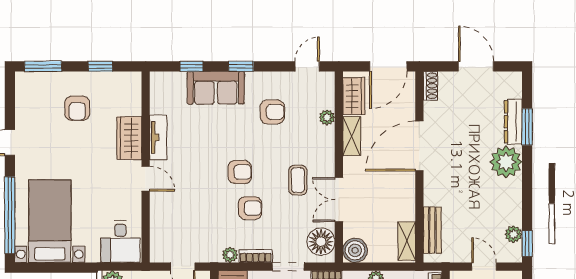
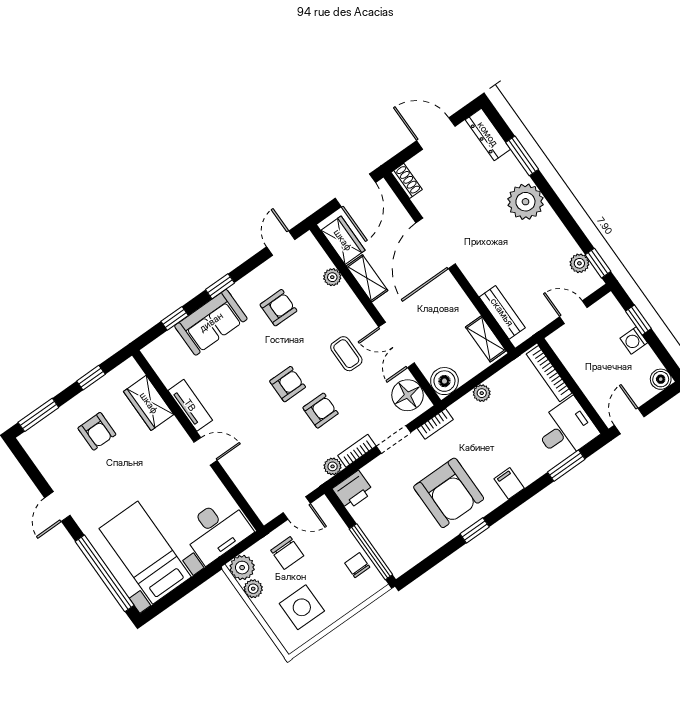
dresser: (513, 122) -> (488, 134), moved
wardrobe: (129, 138) -> (149, 403), moved
desk: (120, 242) -> (217, 530), width x1.37

